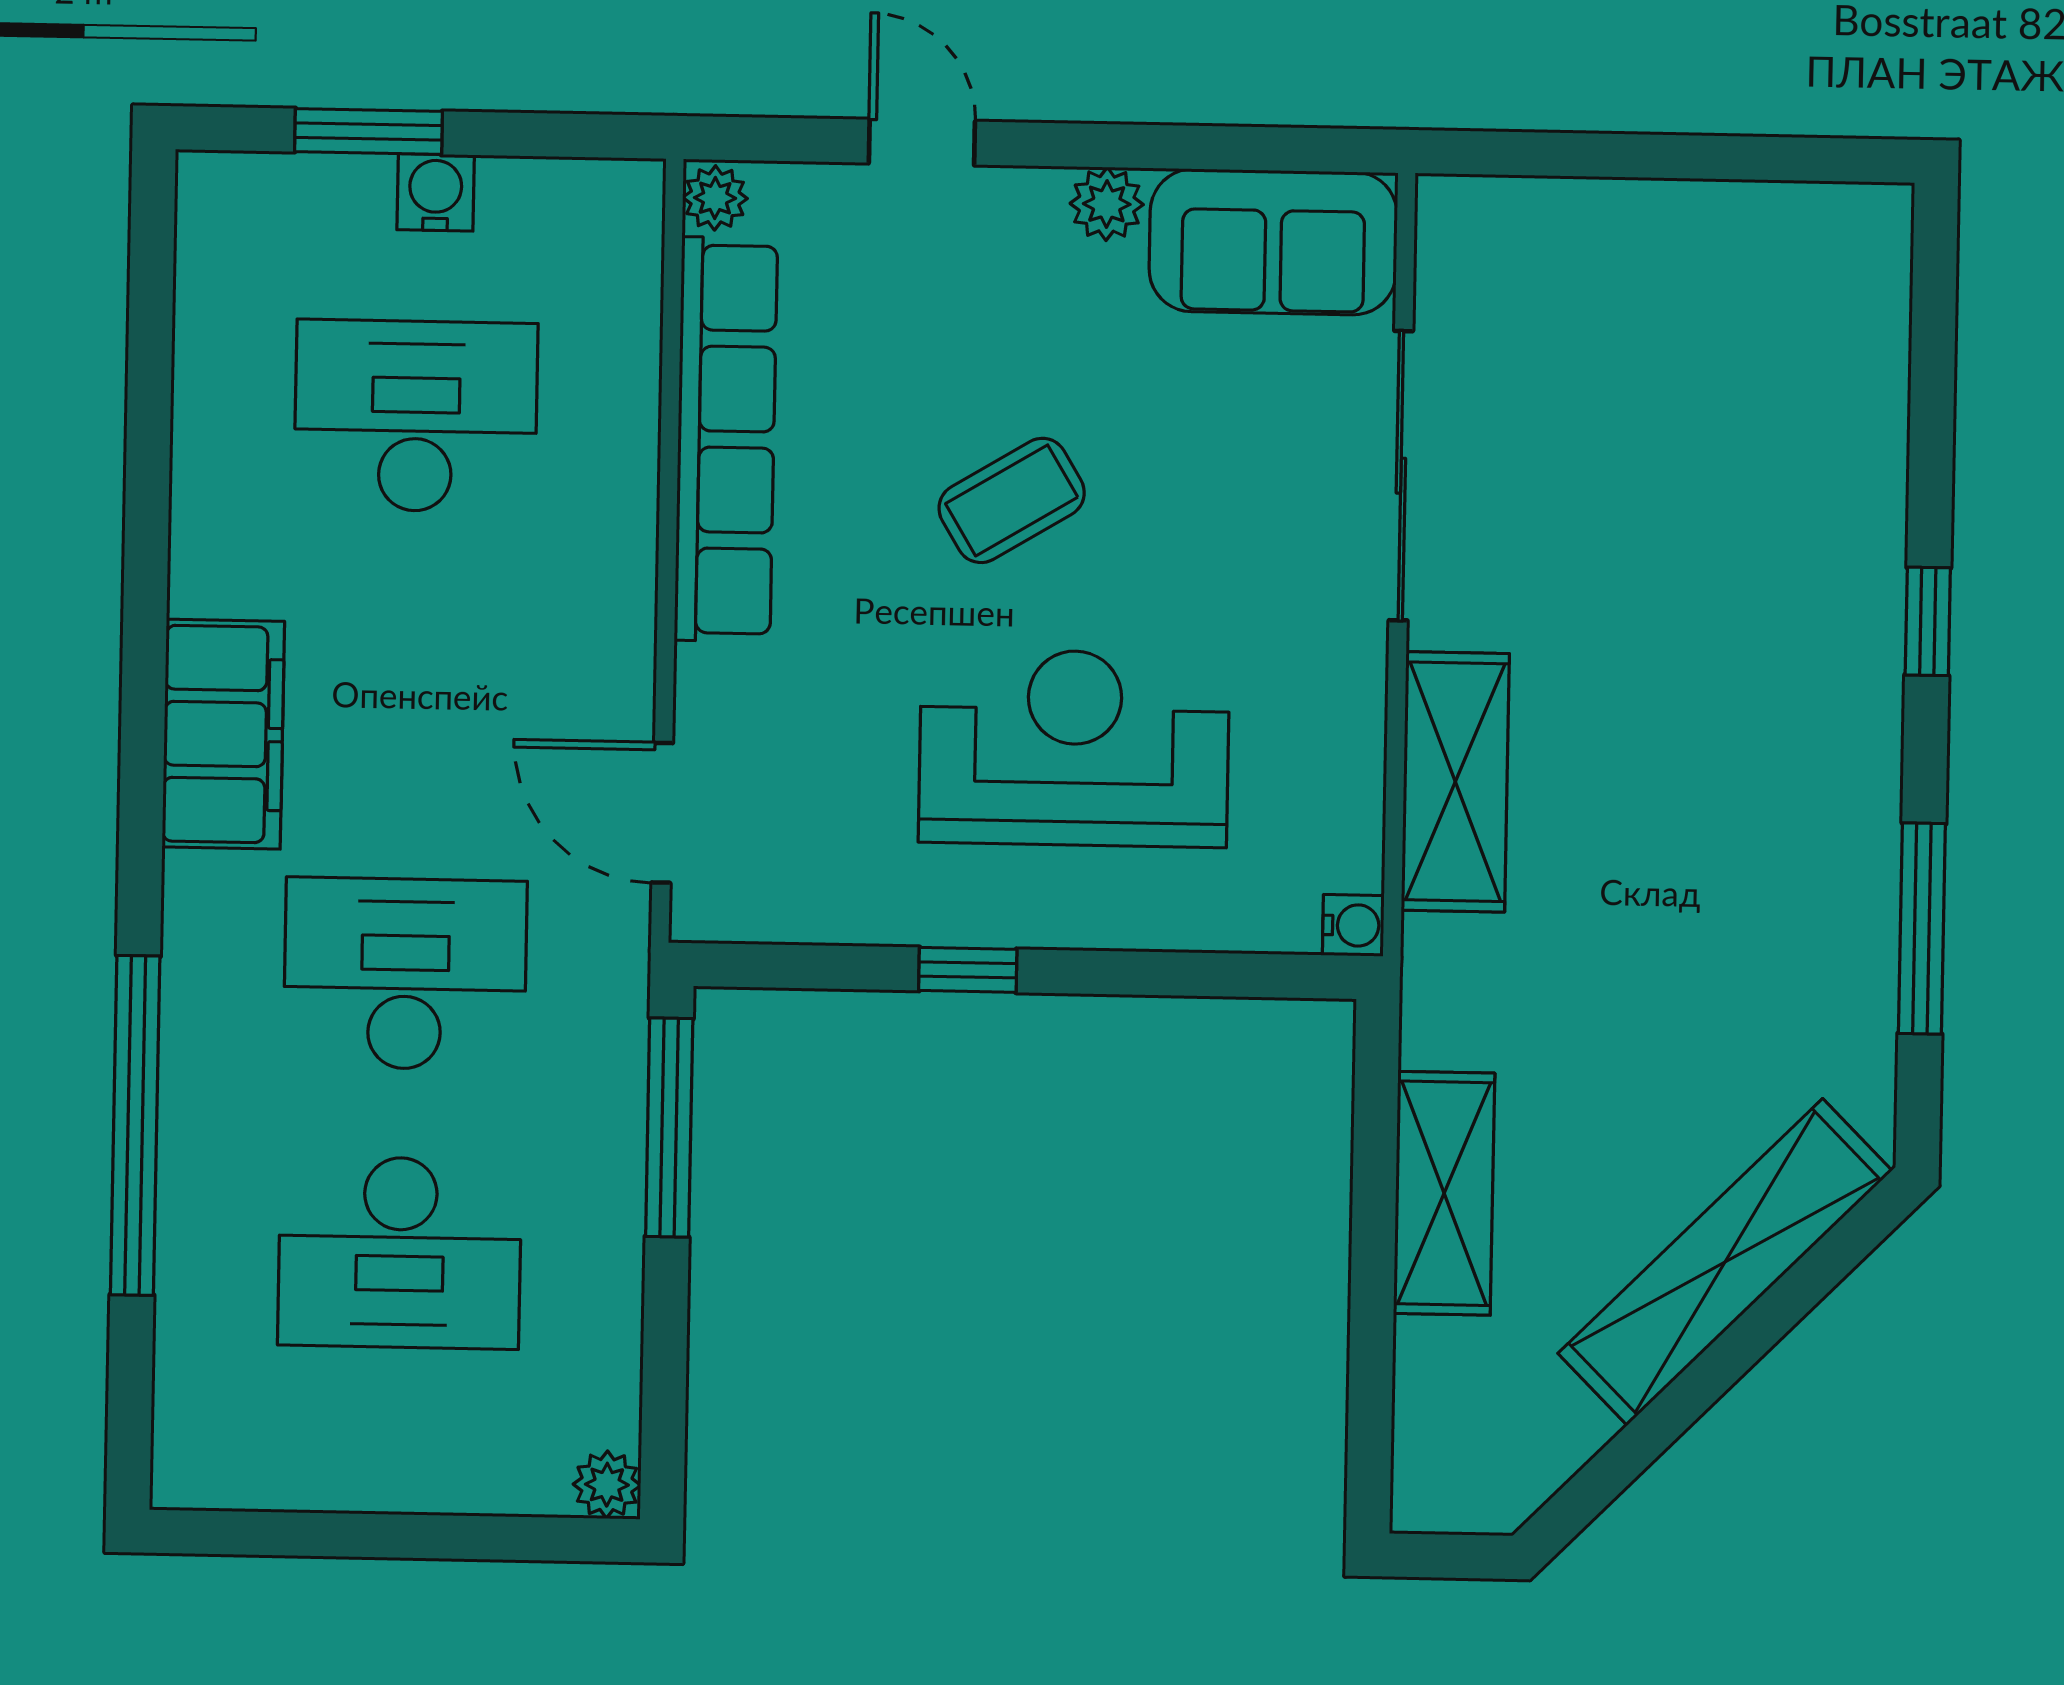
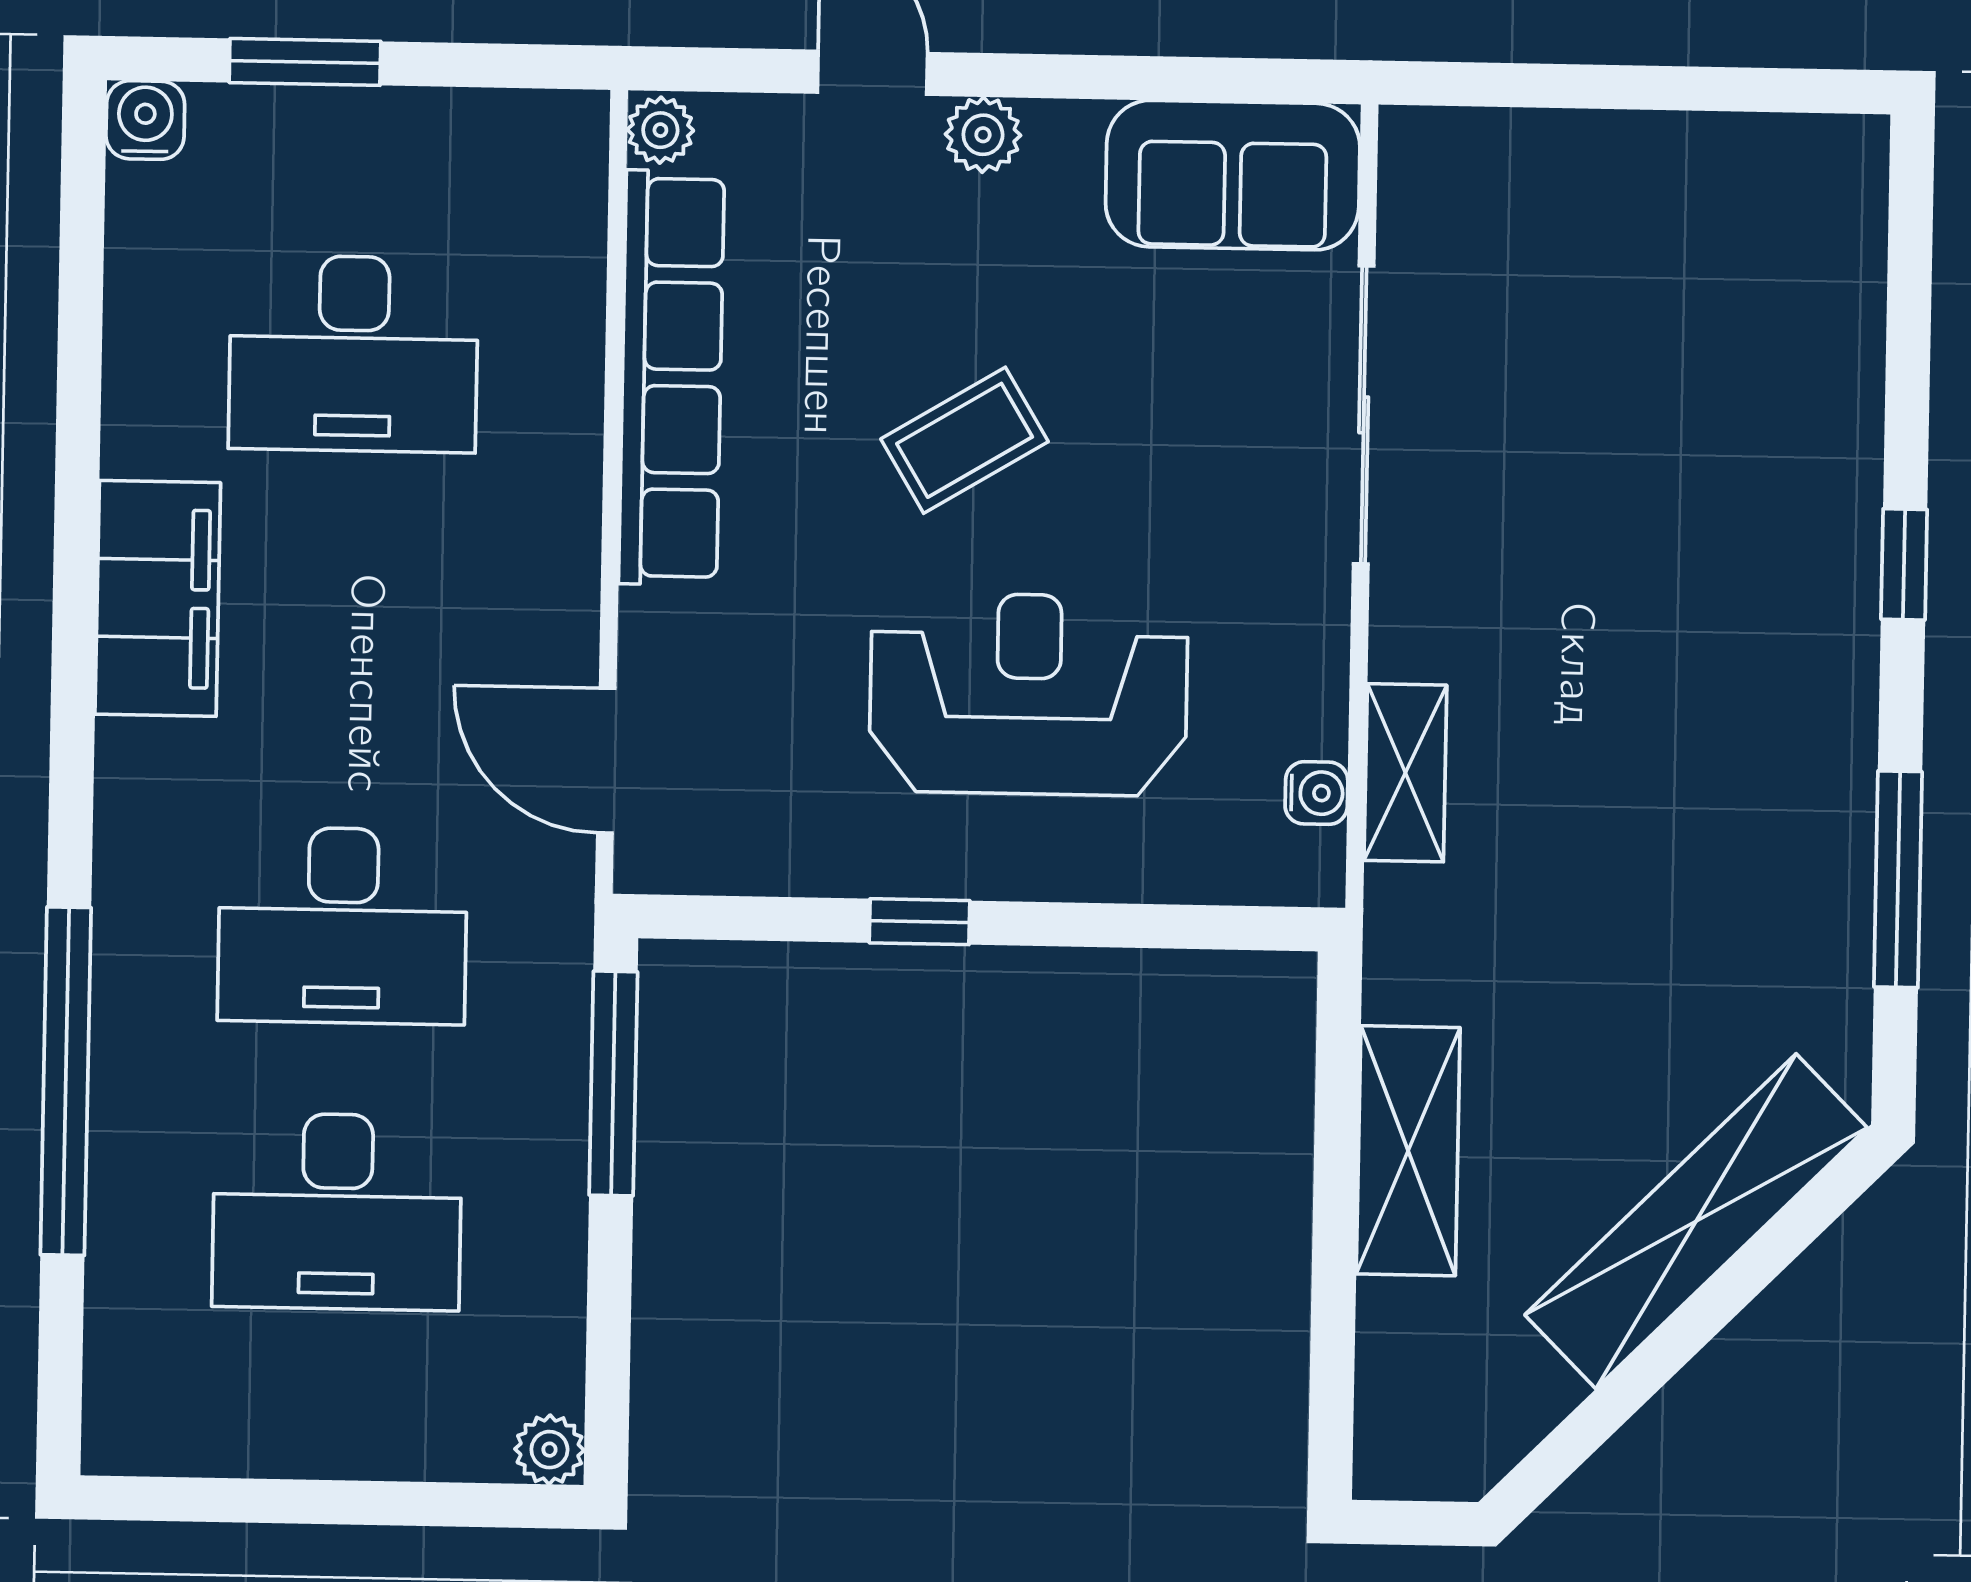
water cooler: (436, 192) -> (145, 120), moved
plant: (1107, 204) -> (983, 135), moved
desk: (416, 416) -> (354, 354), turned 180
filing cabinet: (223, 734) -> (158, 598), moved
shelving: (1455, 782) -> (1405, 773), width x0.67, depth x0.75
water cooler: (1353, 925) -> (1316, 793), moved
desk: (405, 974) -> (343, 926), turned 180

